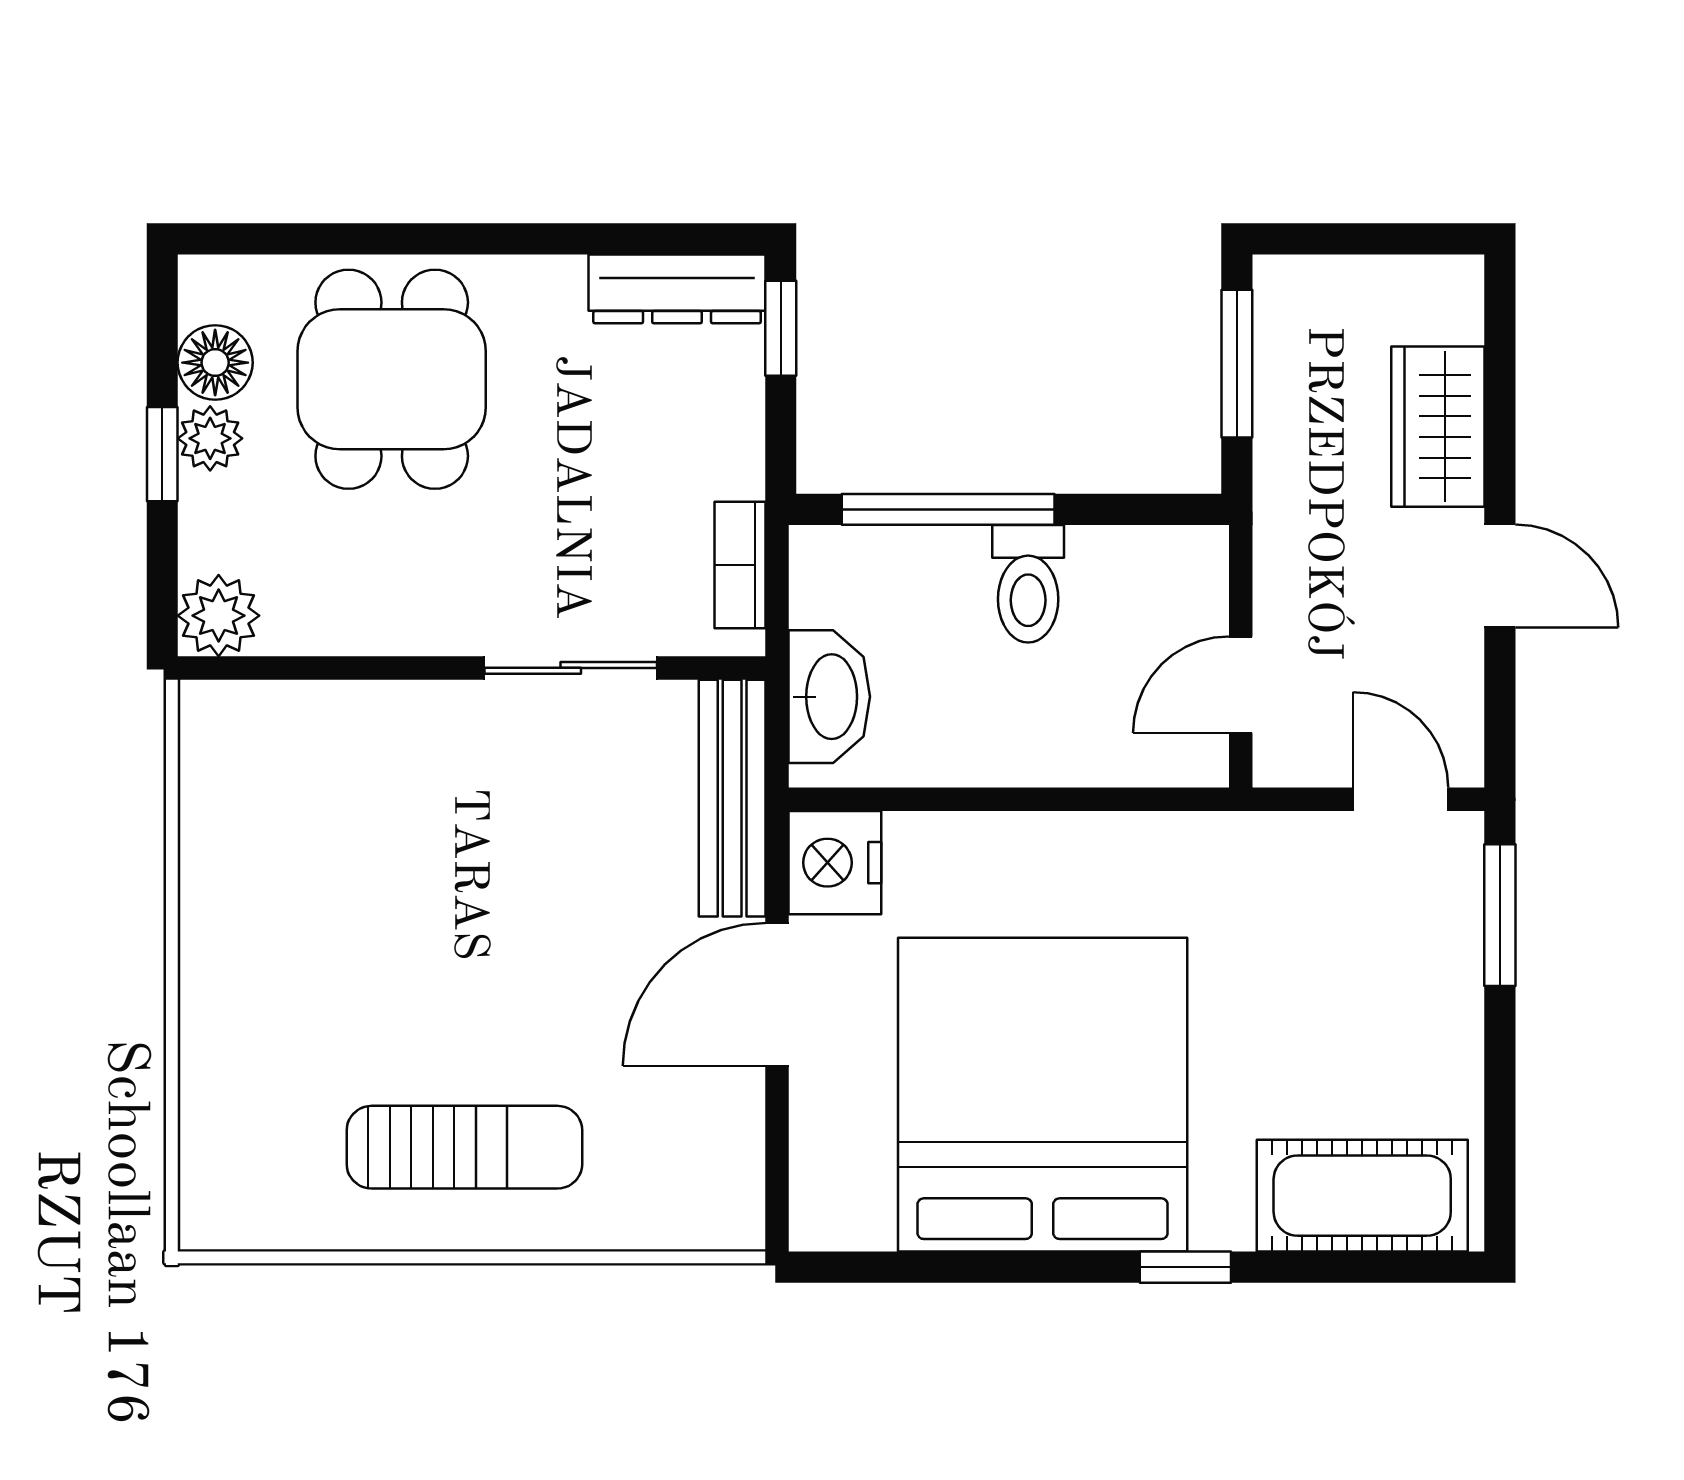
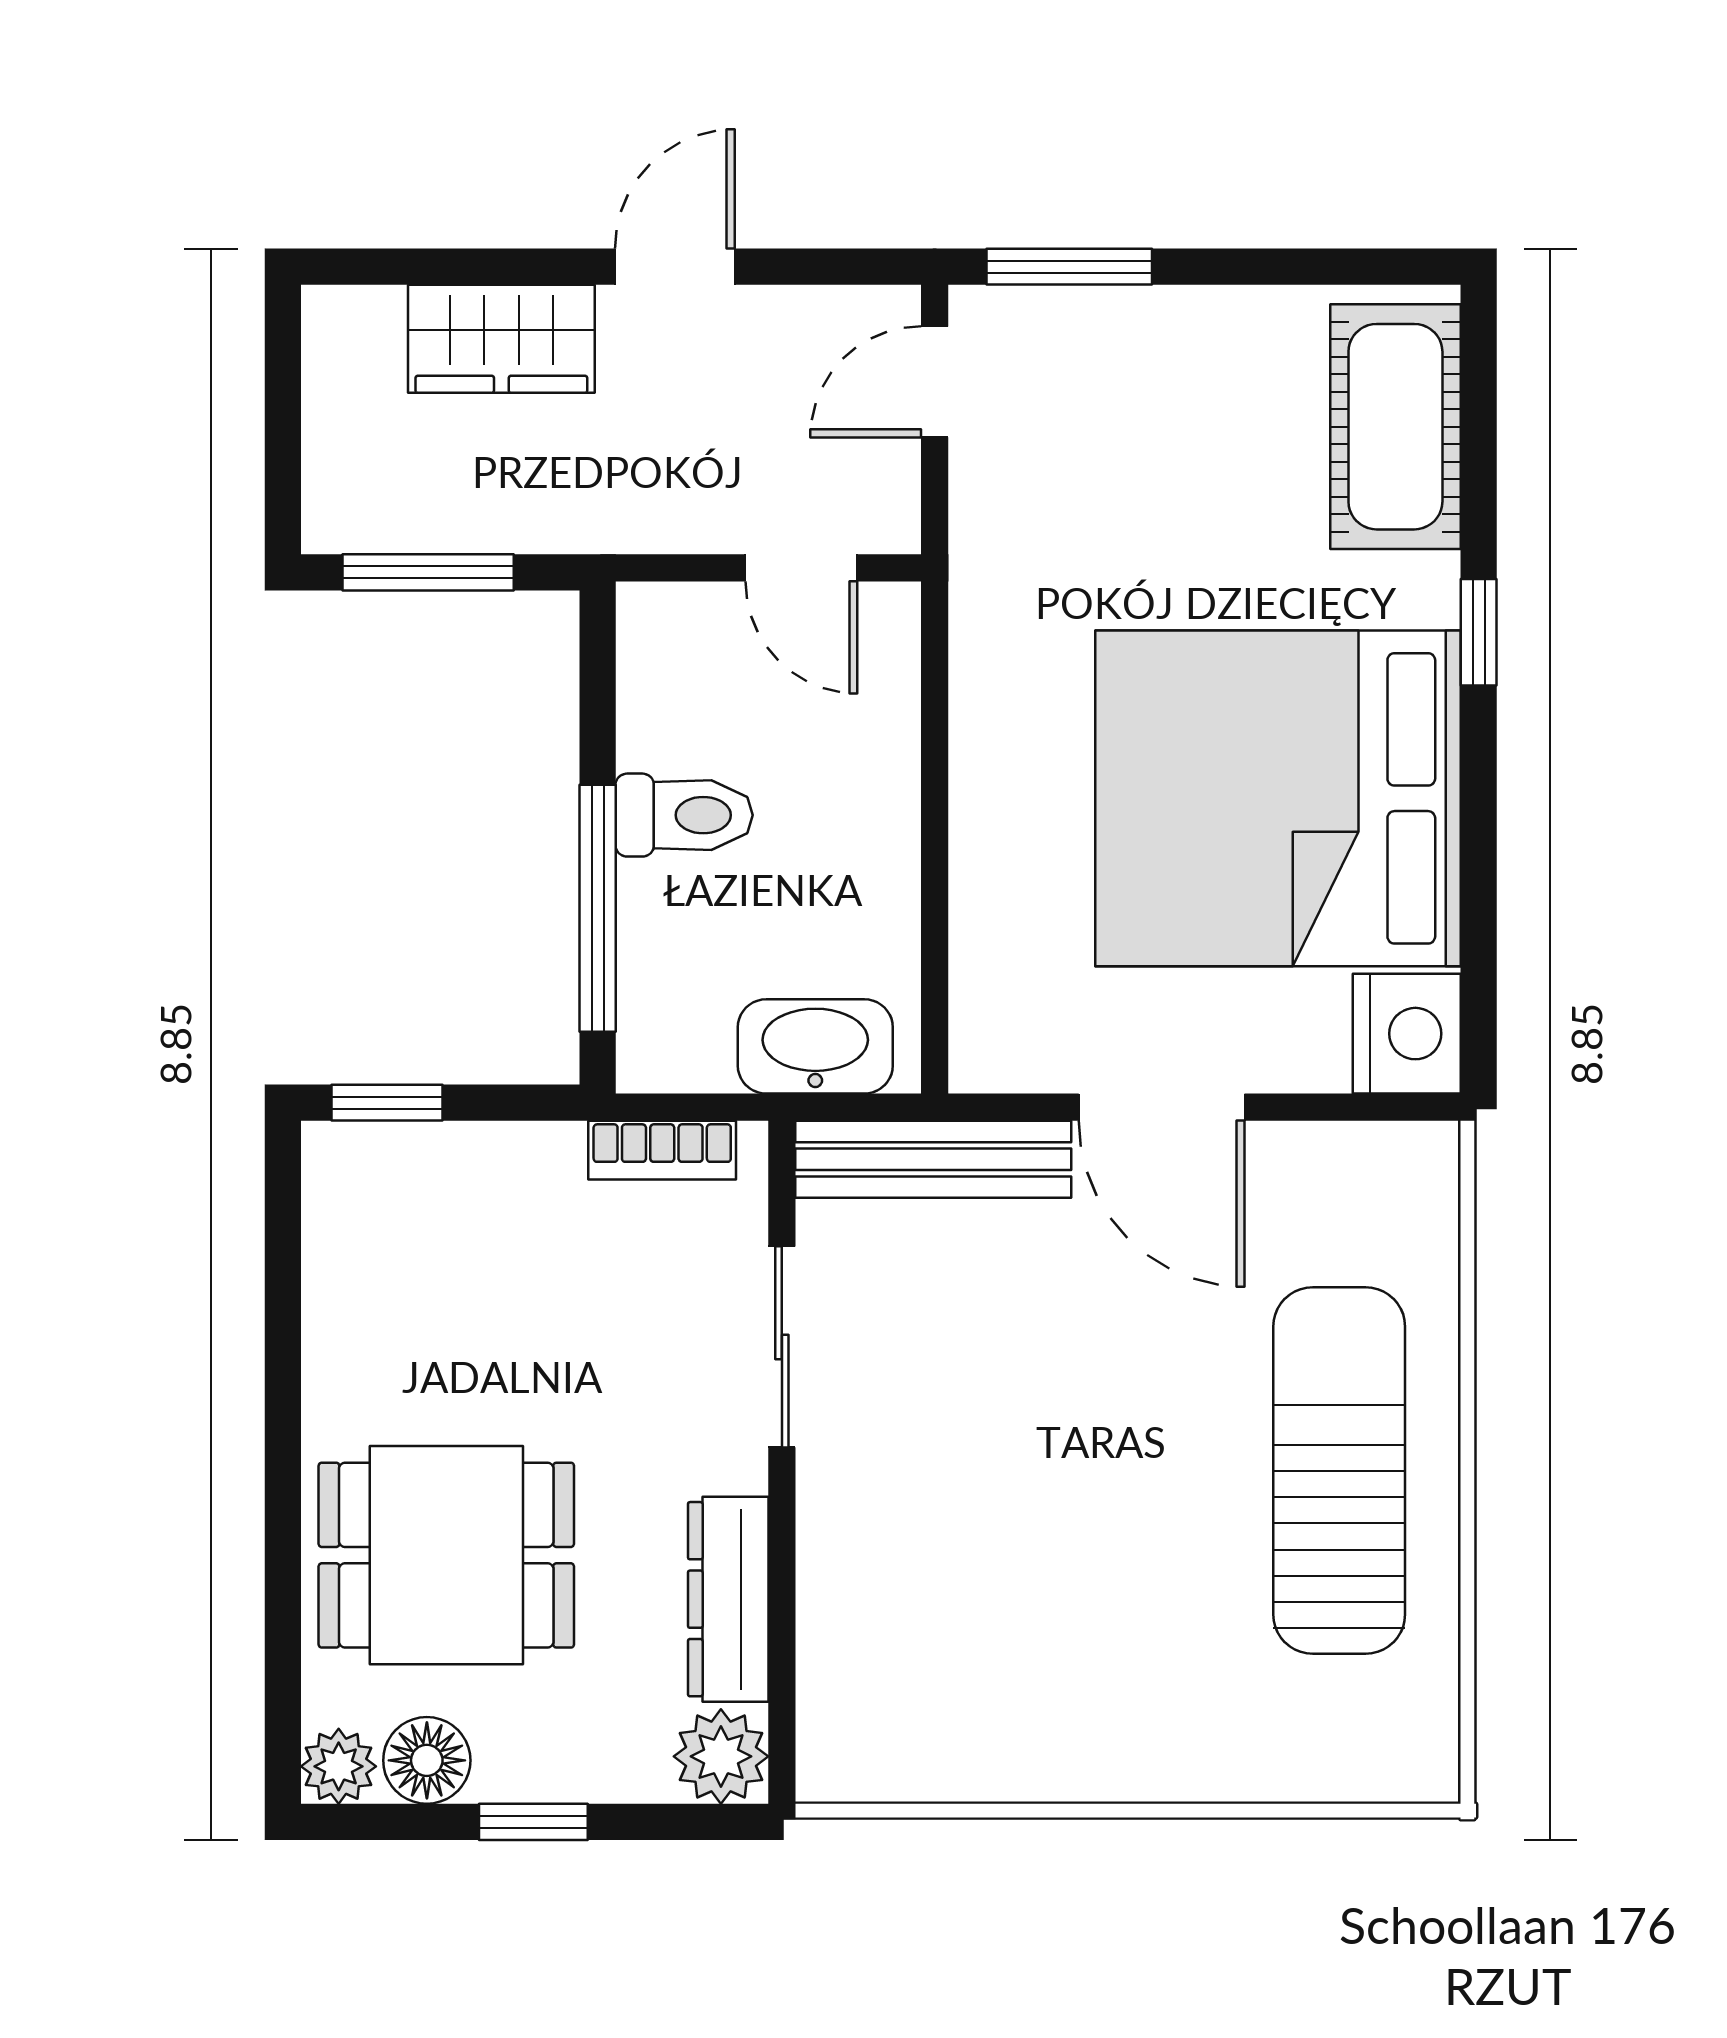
dresser: (677, 289) -> (728, 1599), moved, turned 180
plant: (210, 438) -> (339, 1766), moved
nightstand: (835, 863) -> (1407, 1034), moved, turned -90
sun lounger: (464, 1147) -> (1339, 1471), width x1.36, depth x1.34

